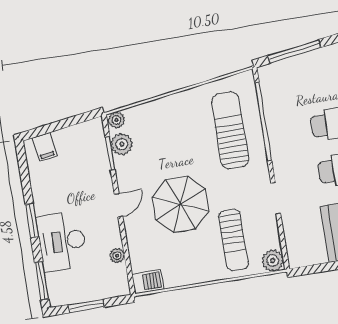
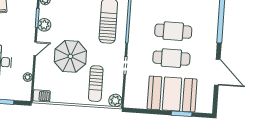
plant: (122, 144) -> (44, 25), moved

